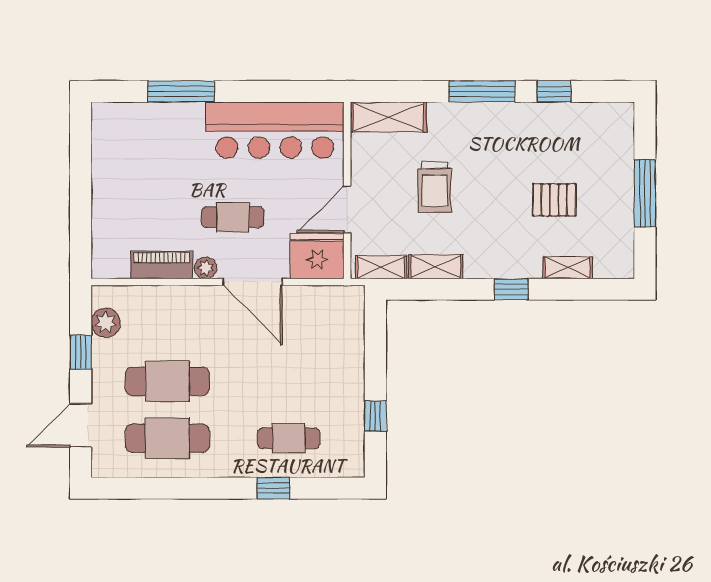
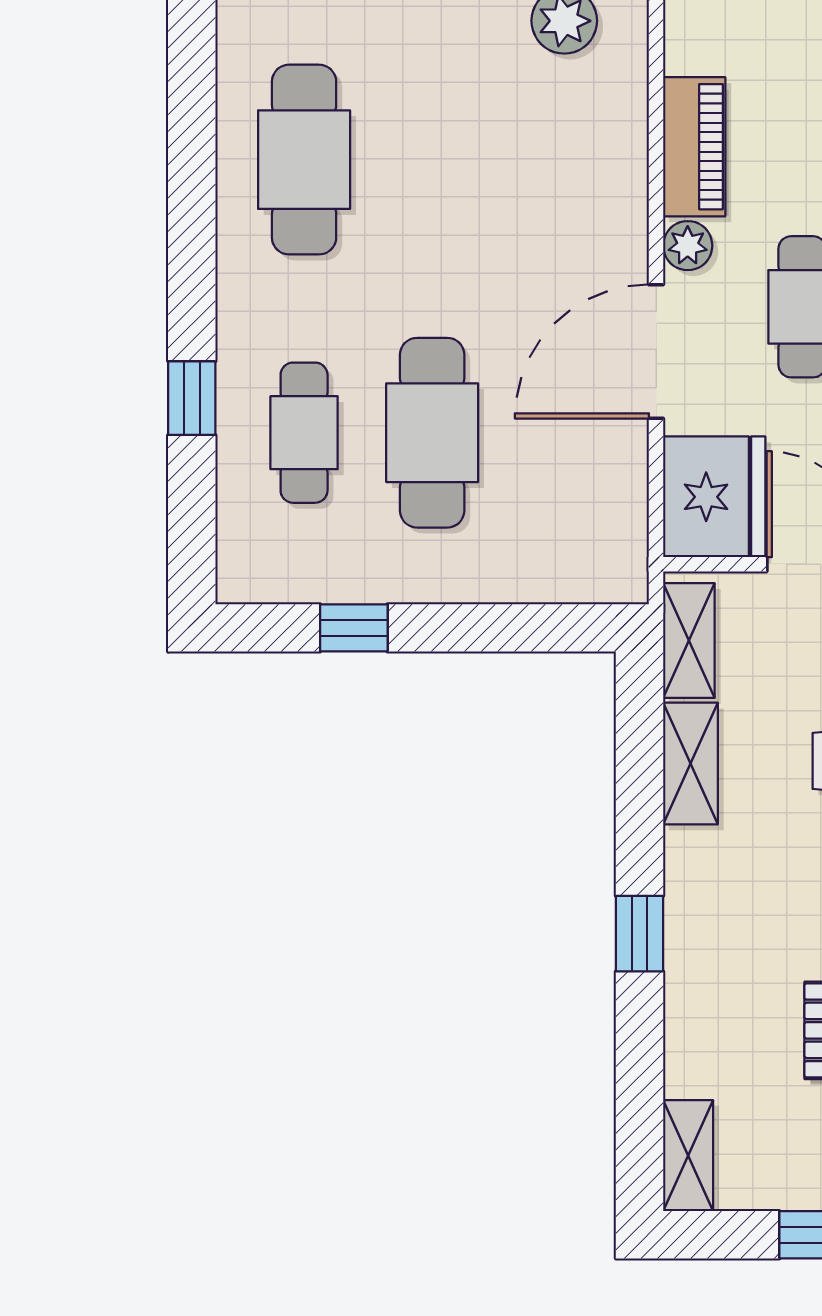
shelving: (568, 268) -> (688, 1156), moved
cafe table: (167, 381) -> (432, 433), moved

